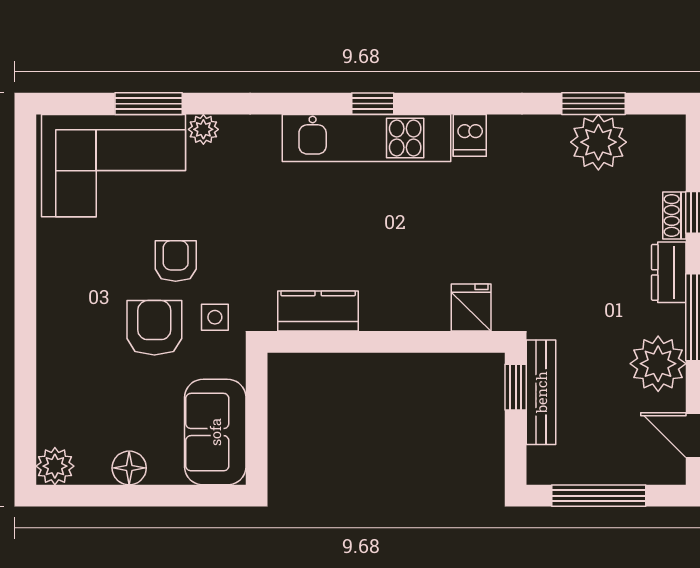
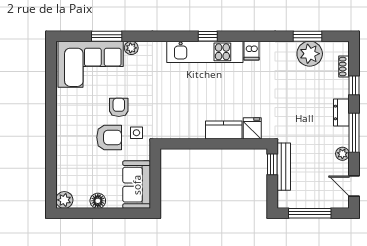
shoe rack: (674, 215) -> (344, 67), moved
kitchen counter: (318, 311) -> (224, 130), moved
armchair: (154, 328) -> (109, 137), turned 90
plant: (658, 364) -> (342, 154), width x0.53, depth x0.53

